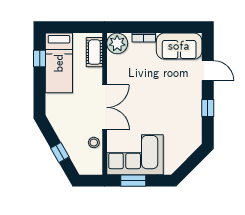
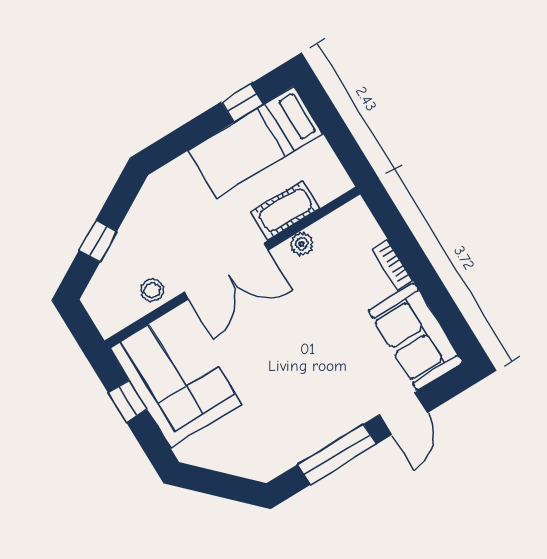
plant: (117, 43) -> (302, 244), moved, width x0.53, depth x0.53
cot: (94, 52) -> (285, 210), moved
window: (208, 108) -> (337, 454), width x2.17
window: (133, 181) -> (127, 401), width x0.67

